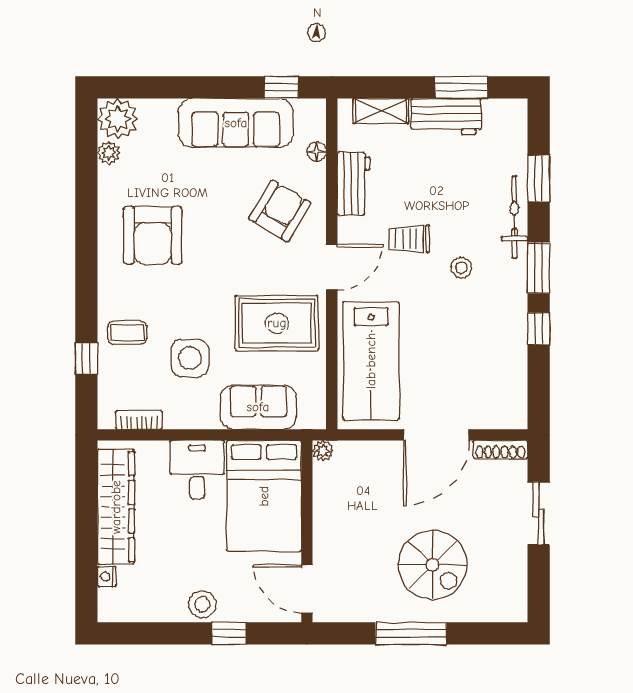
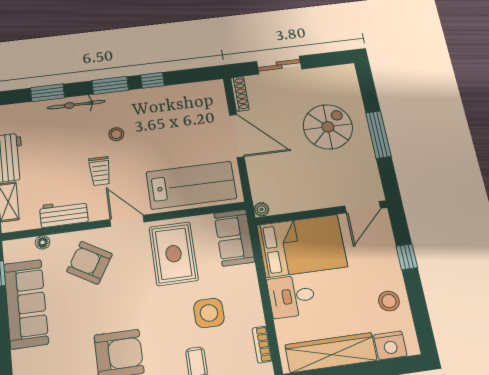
sofa: (258, 407) -> (234, 237), moved
nightstand: (107, 576) -> (390, 345), width x1.89, depth x1.79
stool: (202, 604) -> (389, 301), moved

